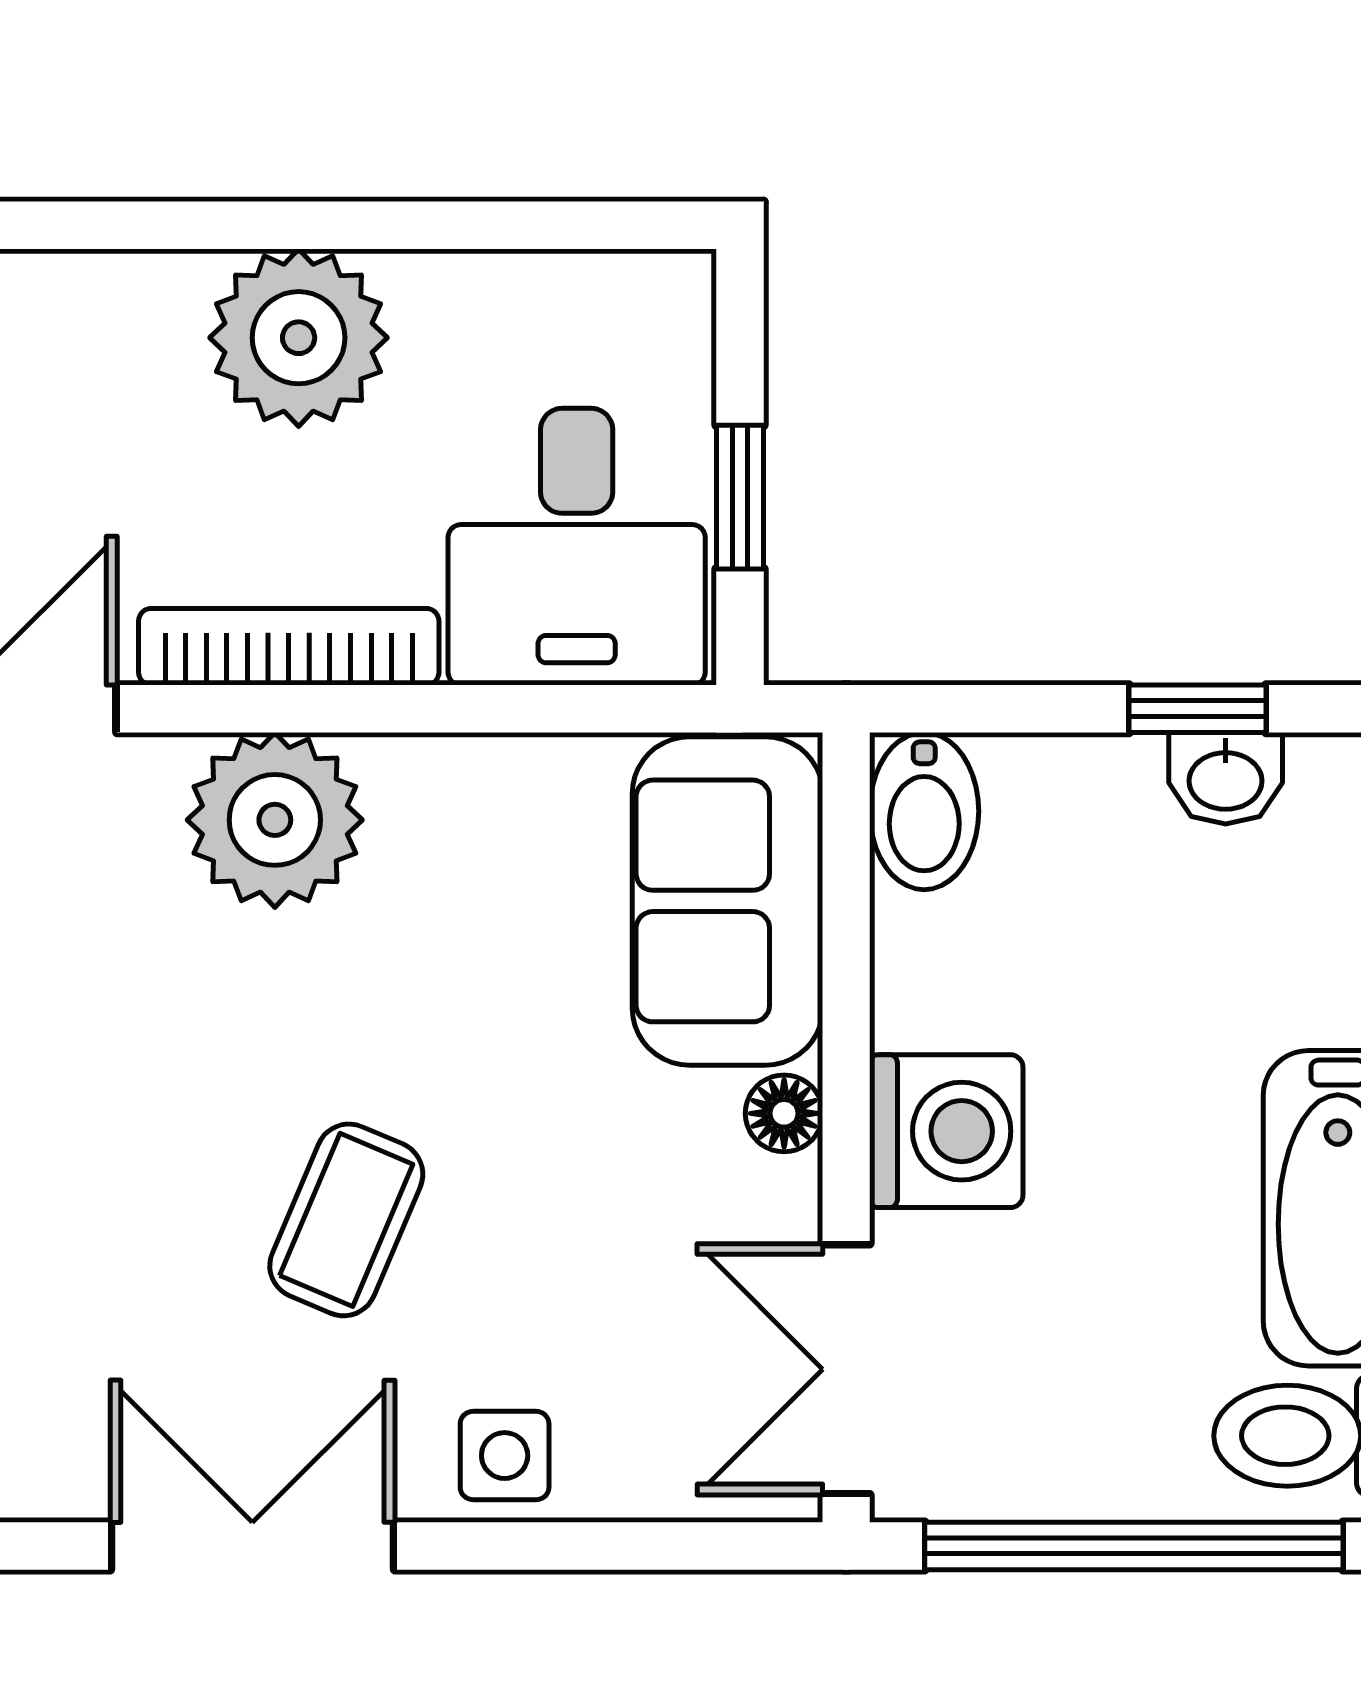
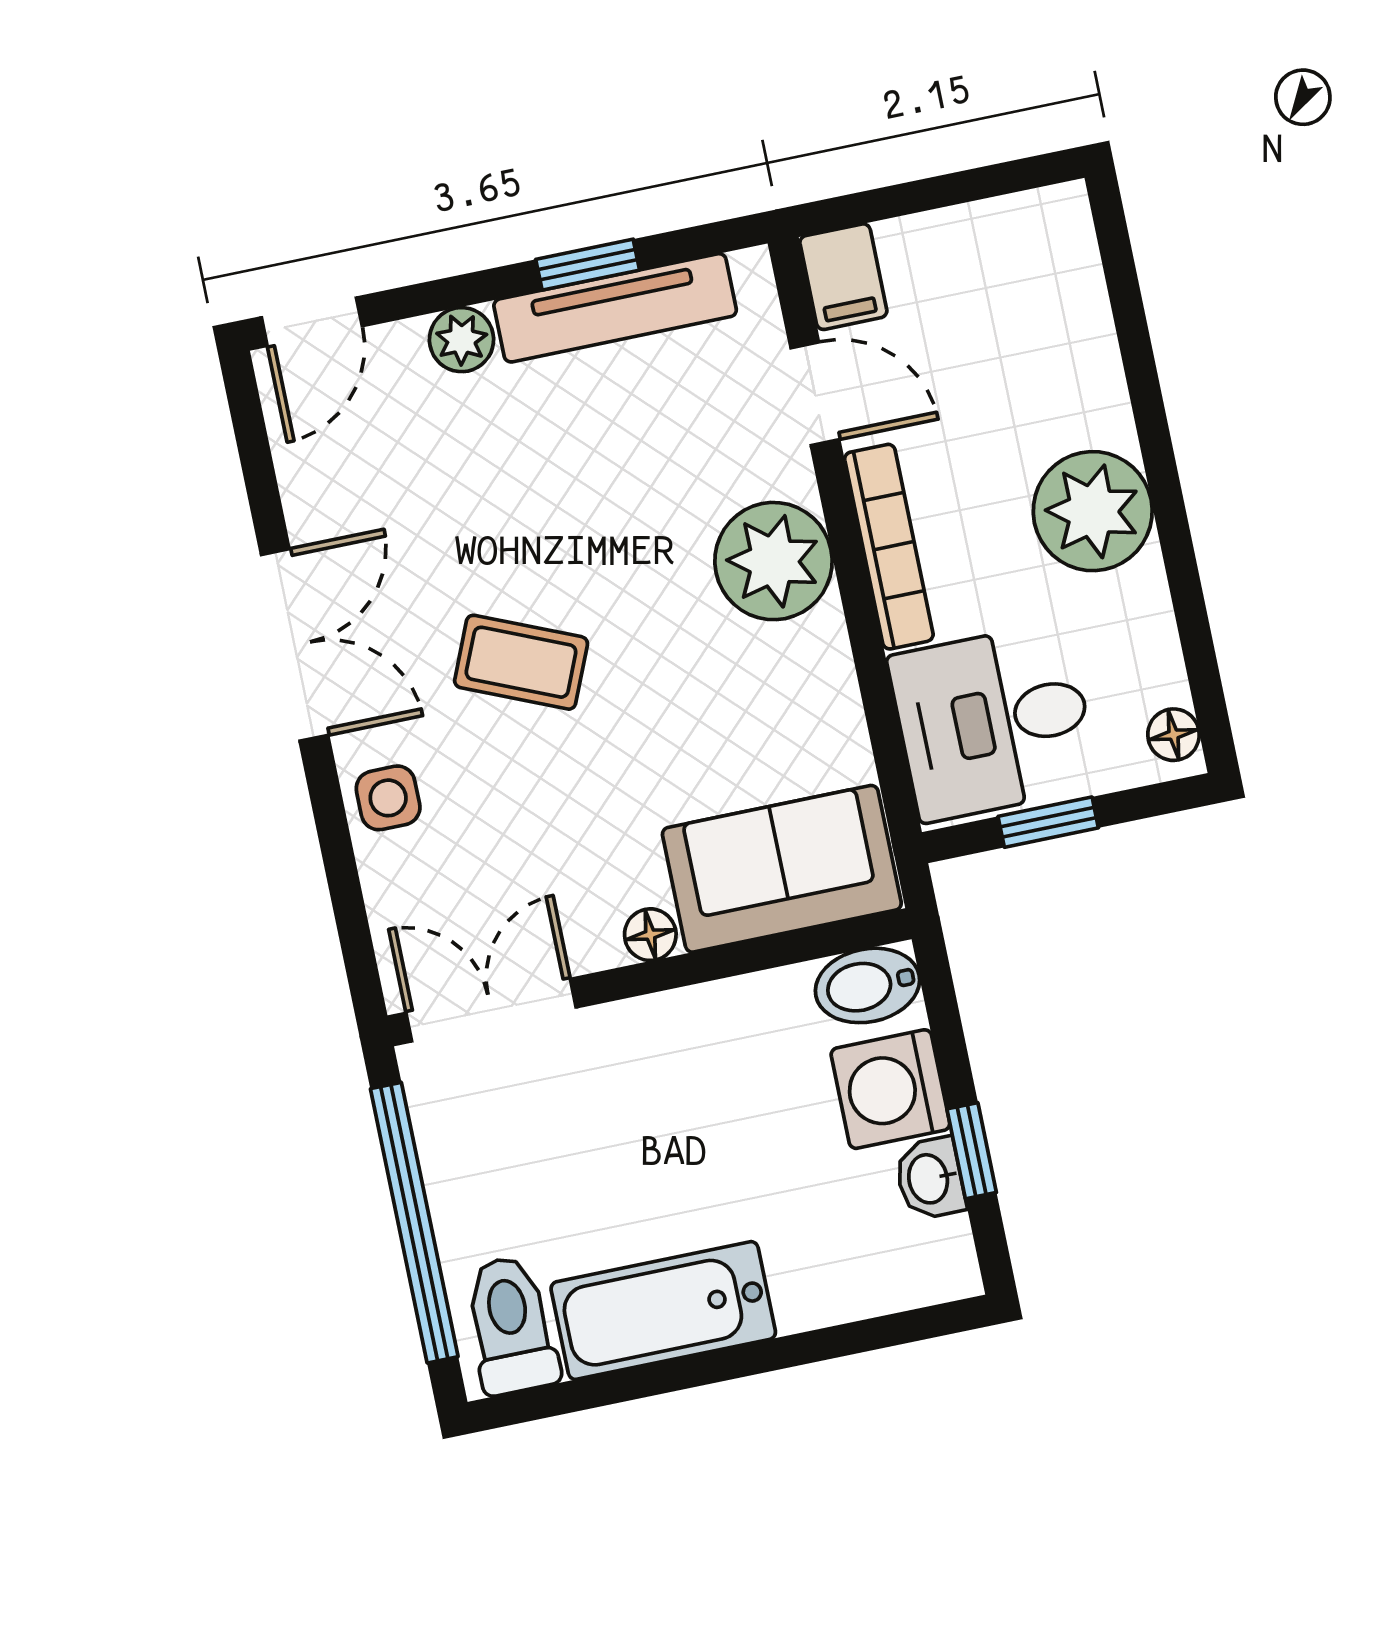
floor lamp: (650, 287) -> (1173, 735), added
washing machine: (946, 1131) -> (890, 1089), moved, turned 90

